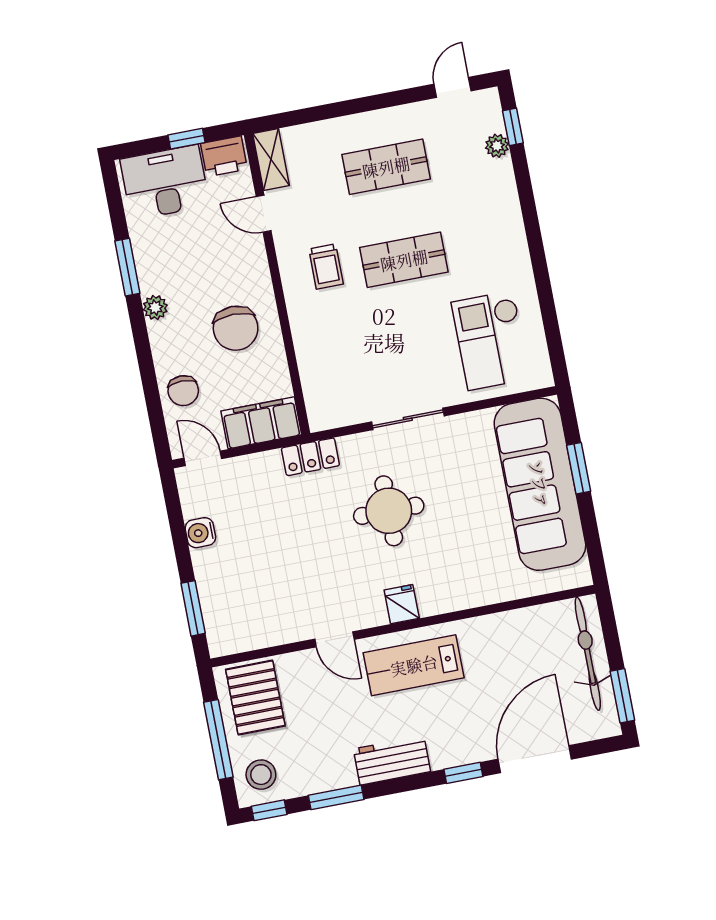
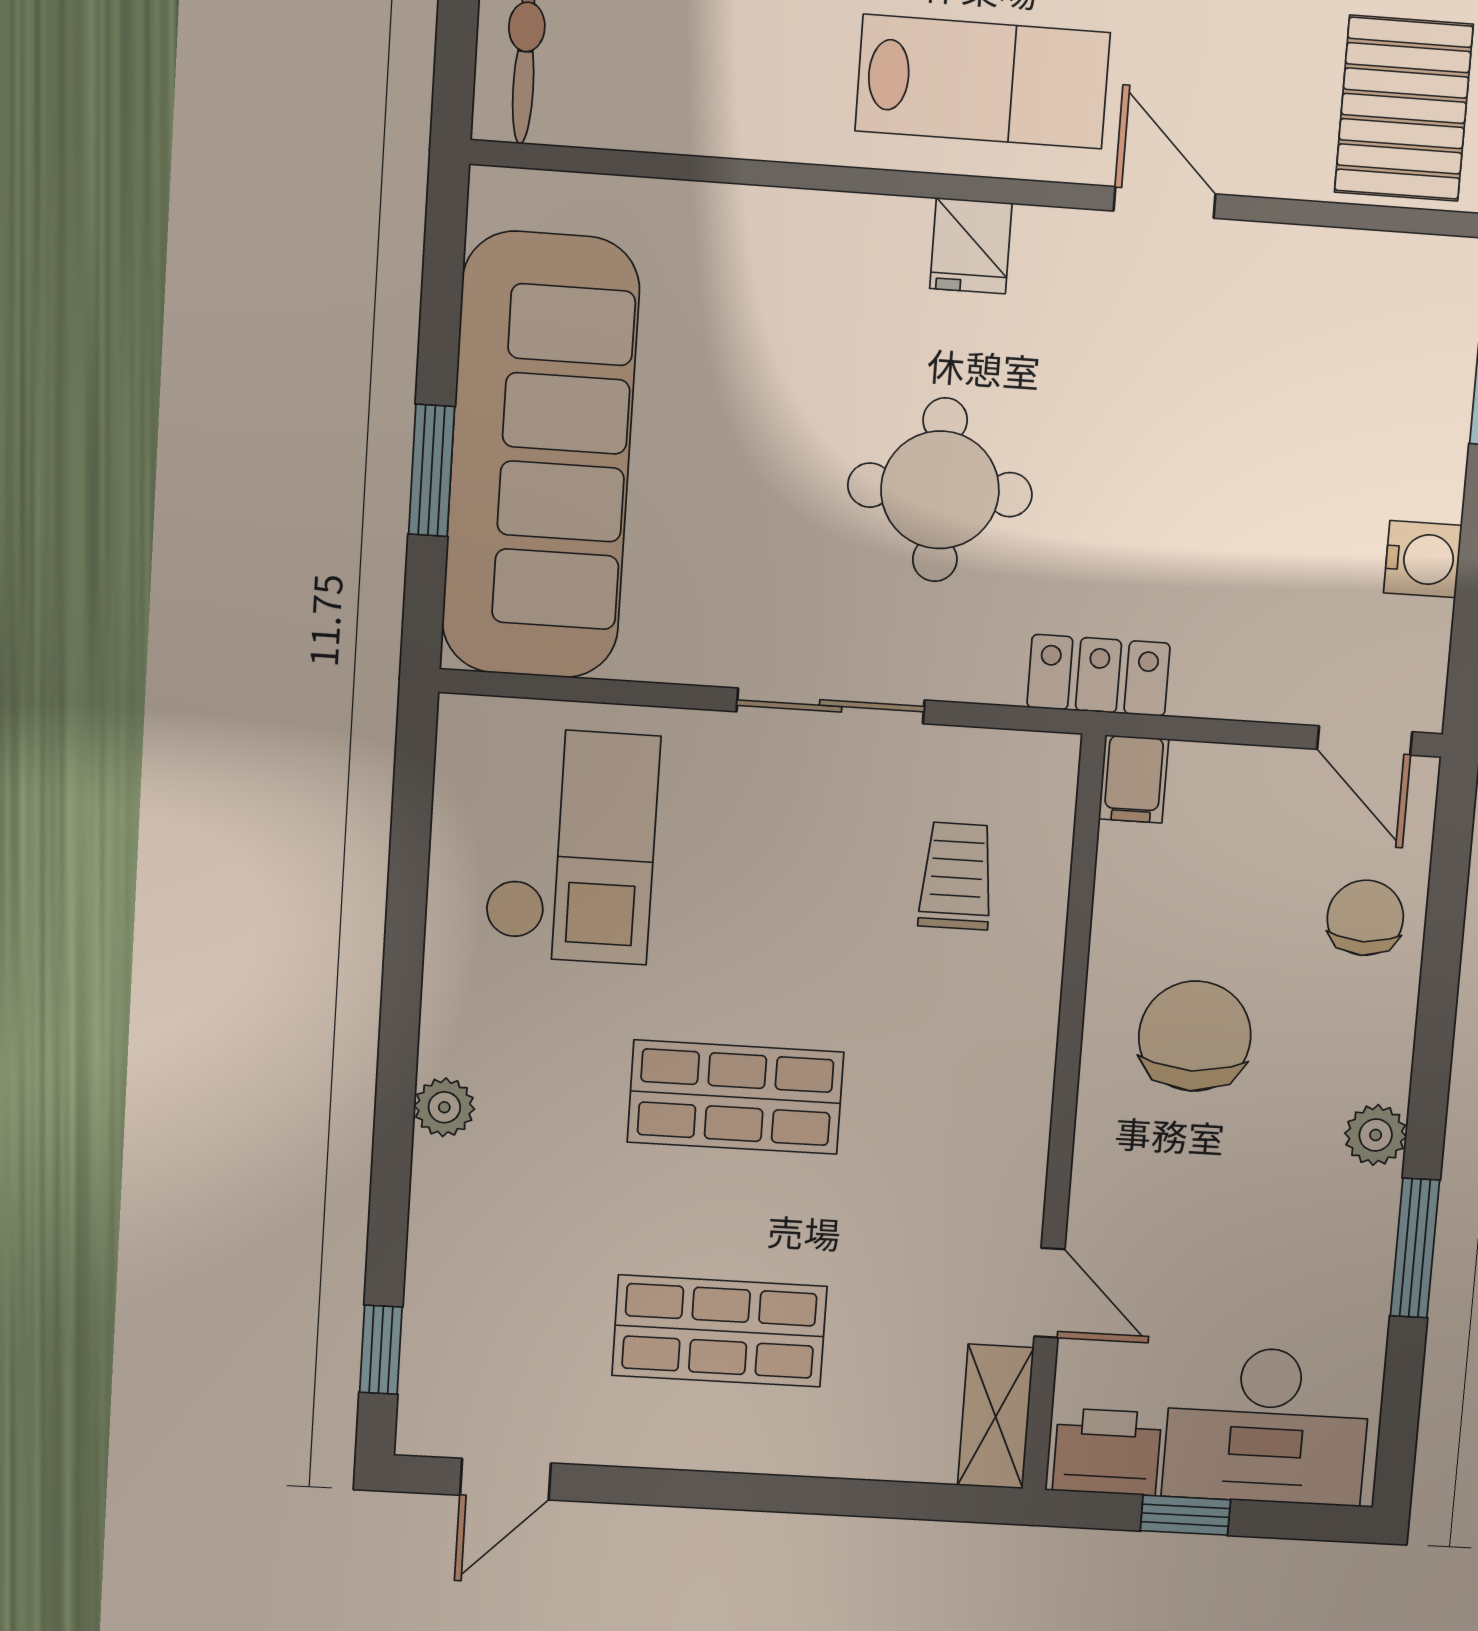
plant: (497, 146) -> (444, 1107), moved
trolley: (326, 267) -> (956, 876), moved
filing cabinet: (261, 423) -> (1134, 779), width x0.33, depth x0.86

